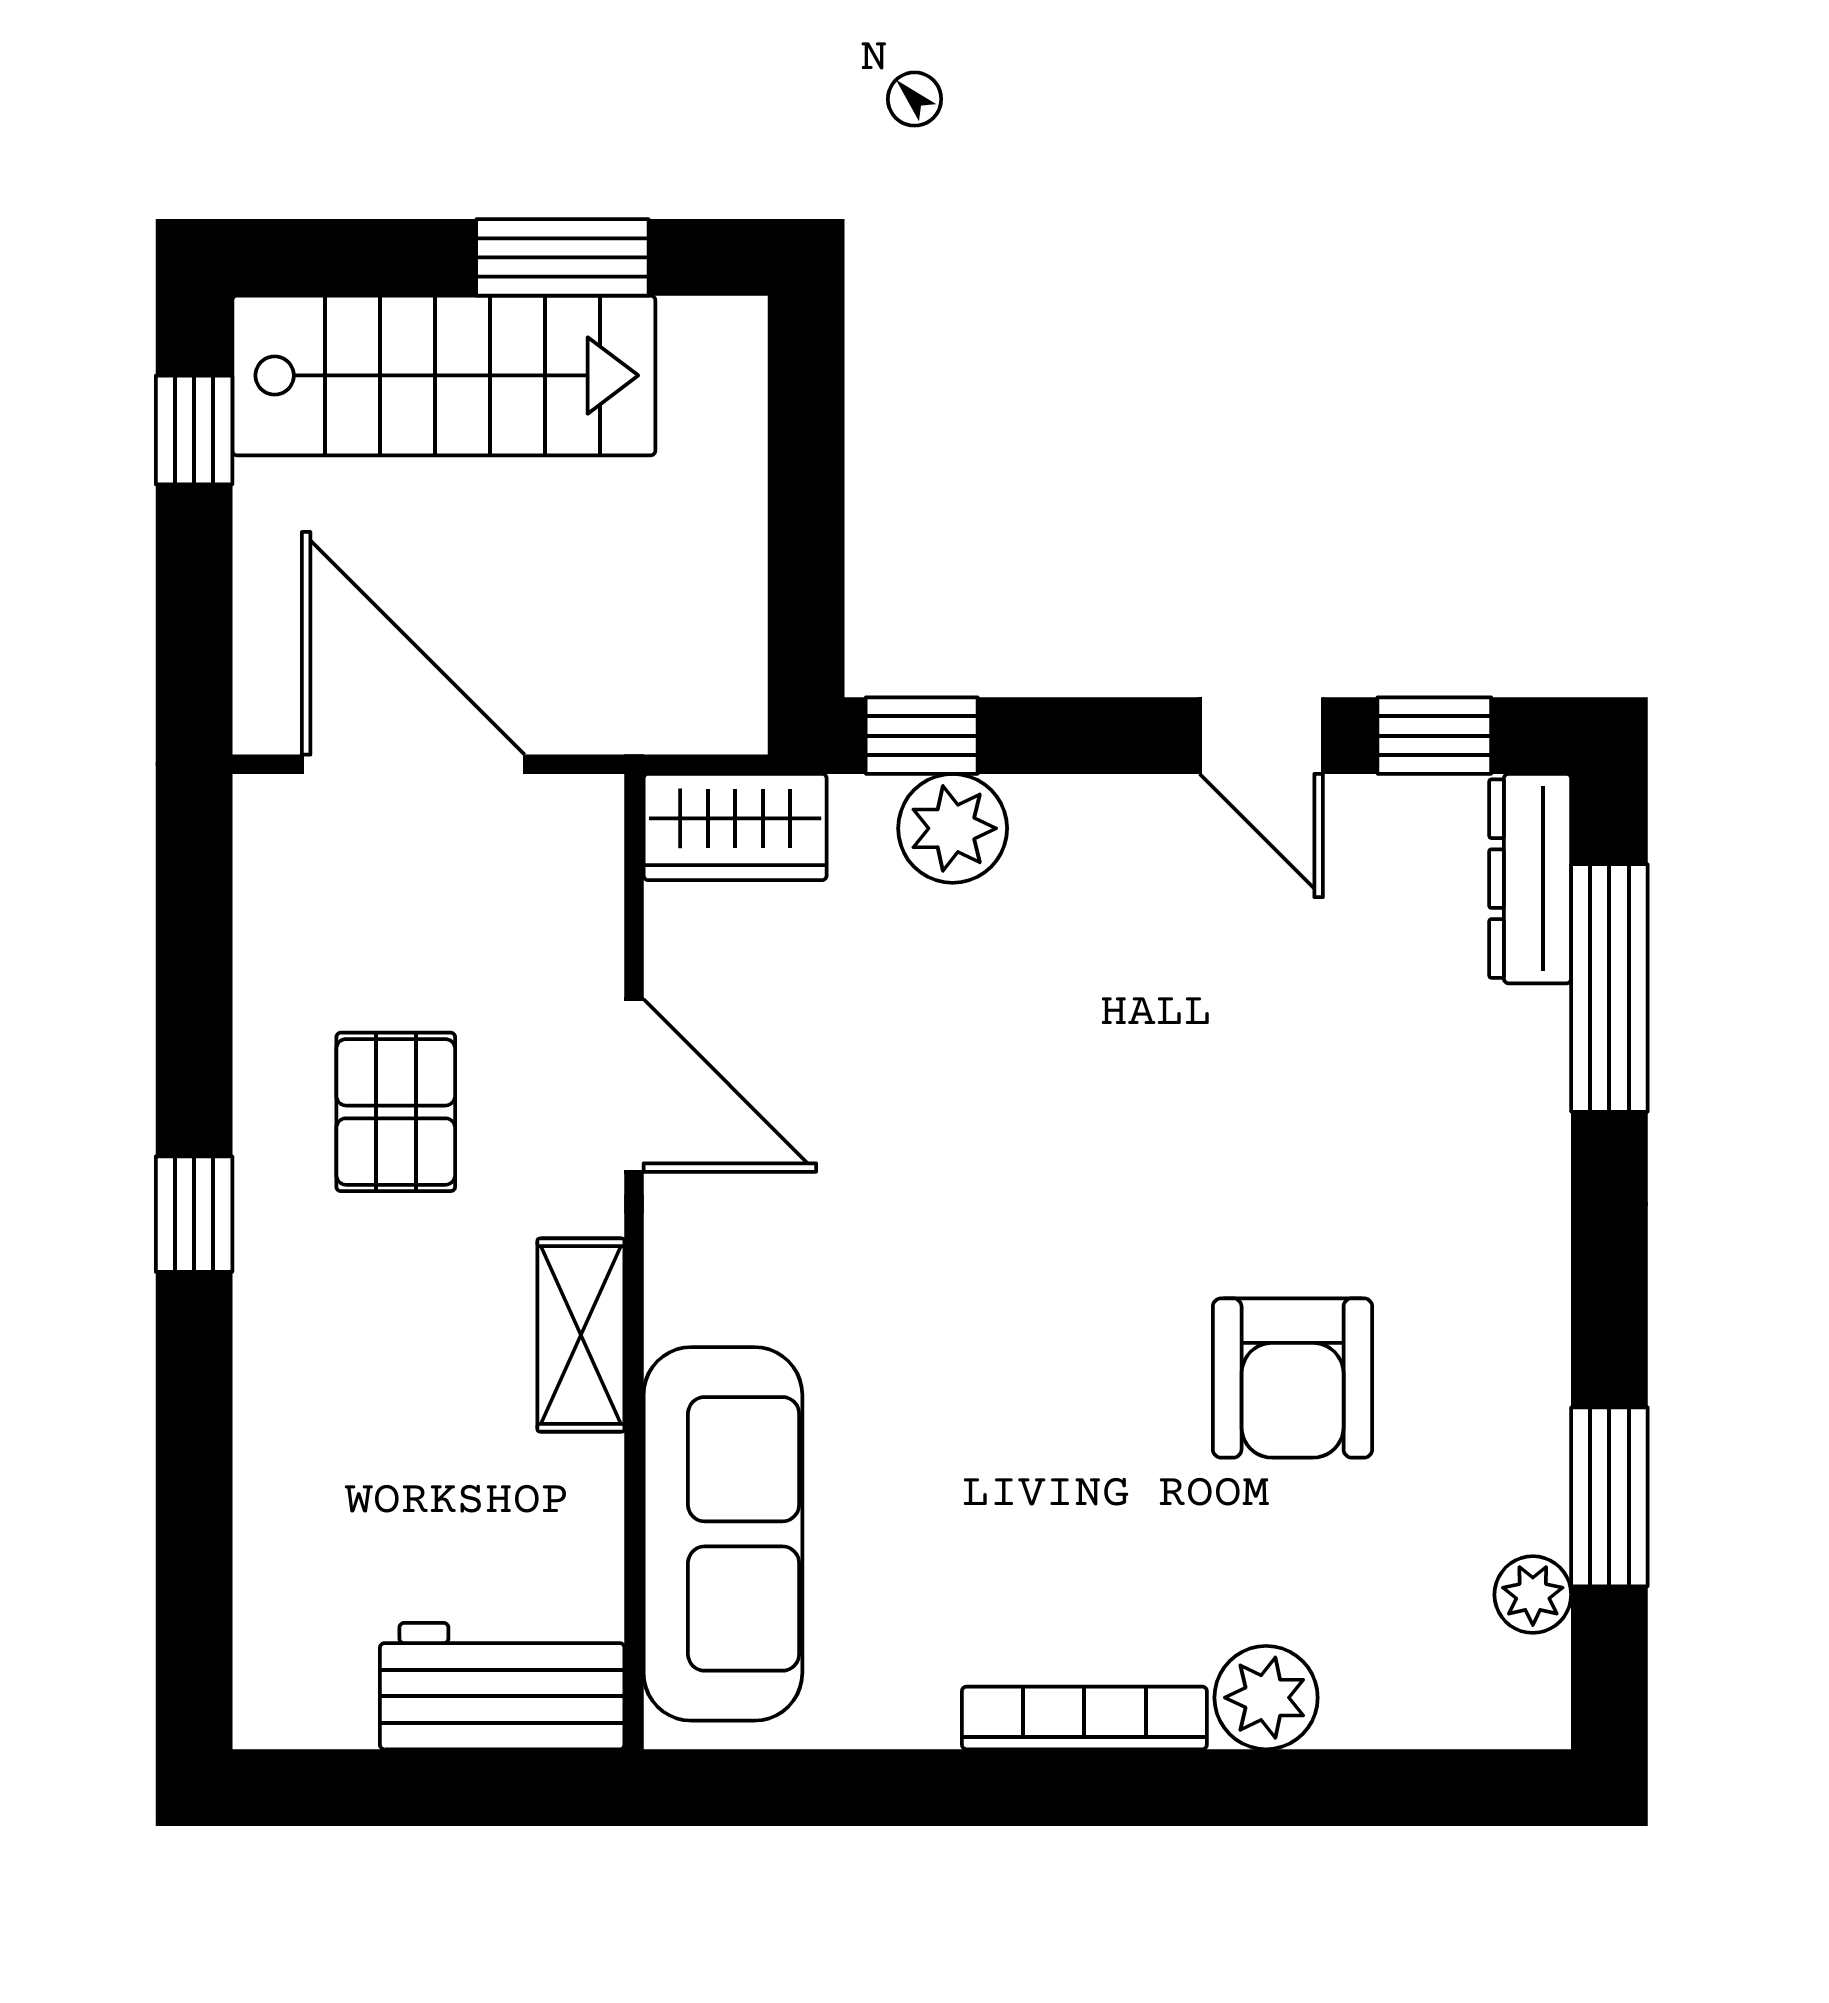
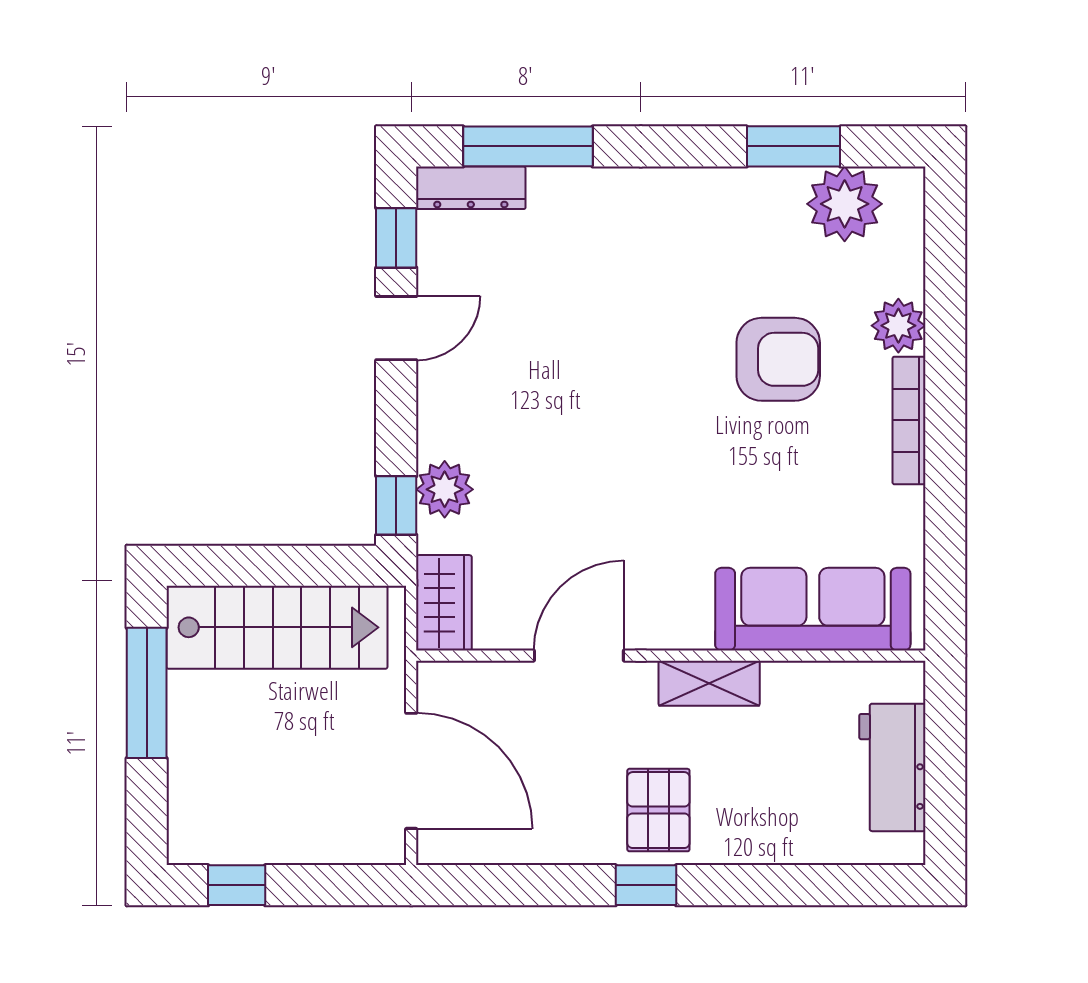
window: (562, 257) -> (147, 693), width x1.44
stairs: (444, 375) -> (277, 627), moved, turned 90
door: (413, 764) -> (411, 771), swing flipped
pallet: (396, 1112) -> (658, 810), moved, turned 90
armchair: (1293, 1378) -> (778, 359), moved
plant: (1533, 1595) -> (845, 204), width x1.88, depth x1.88
workbench: (502, 1686) -> (892, 767), moved

